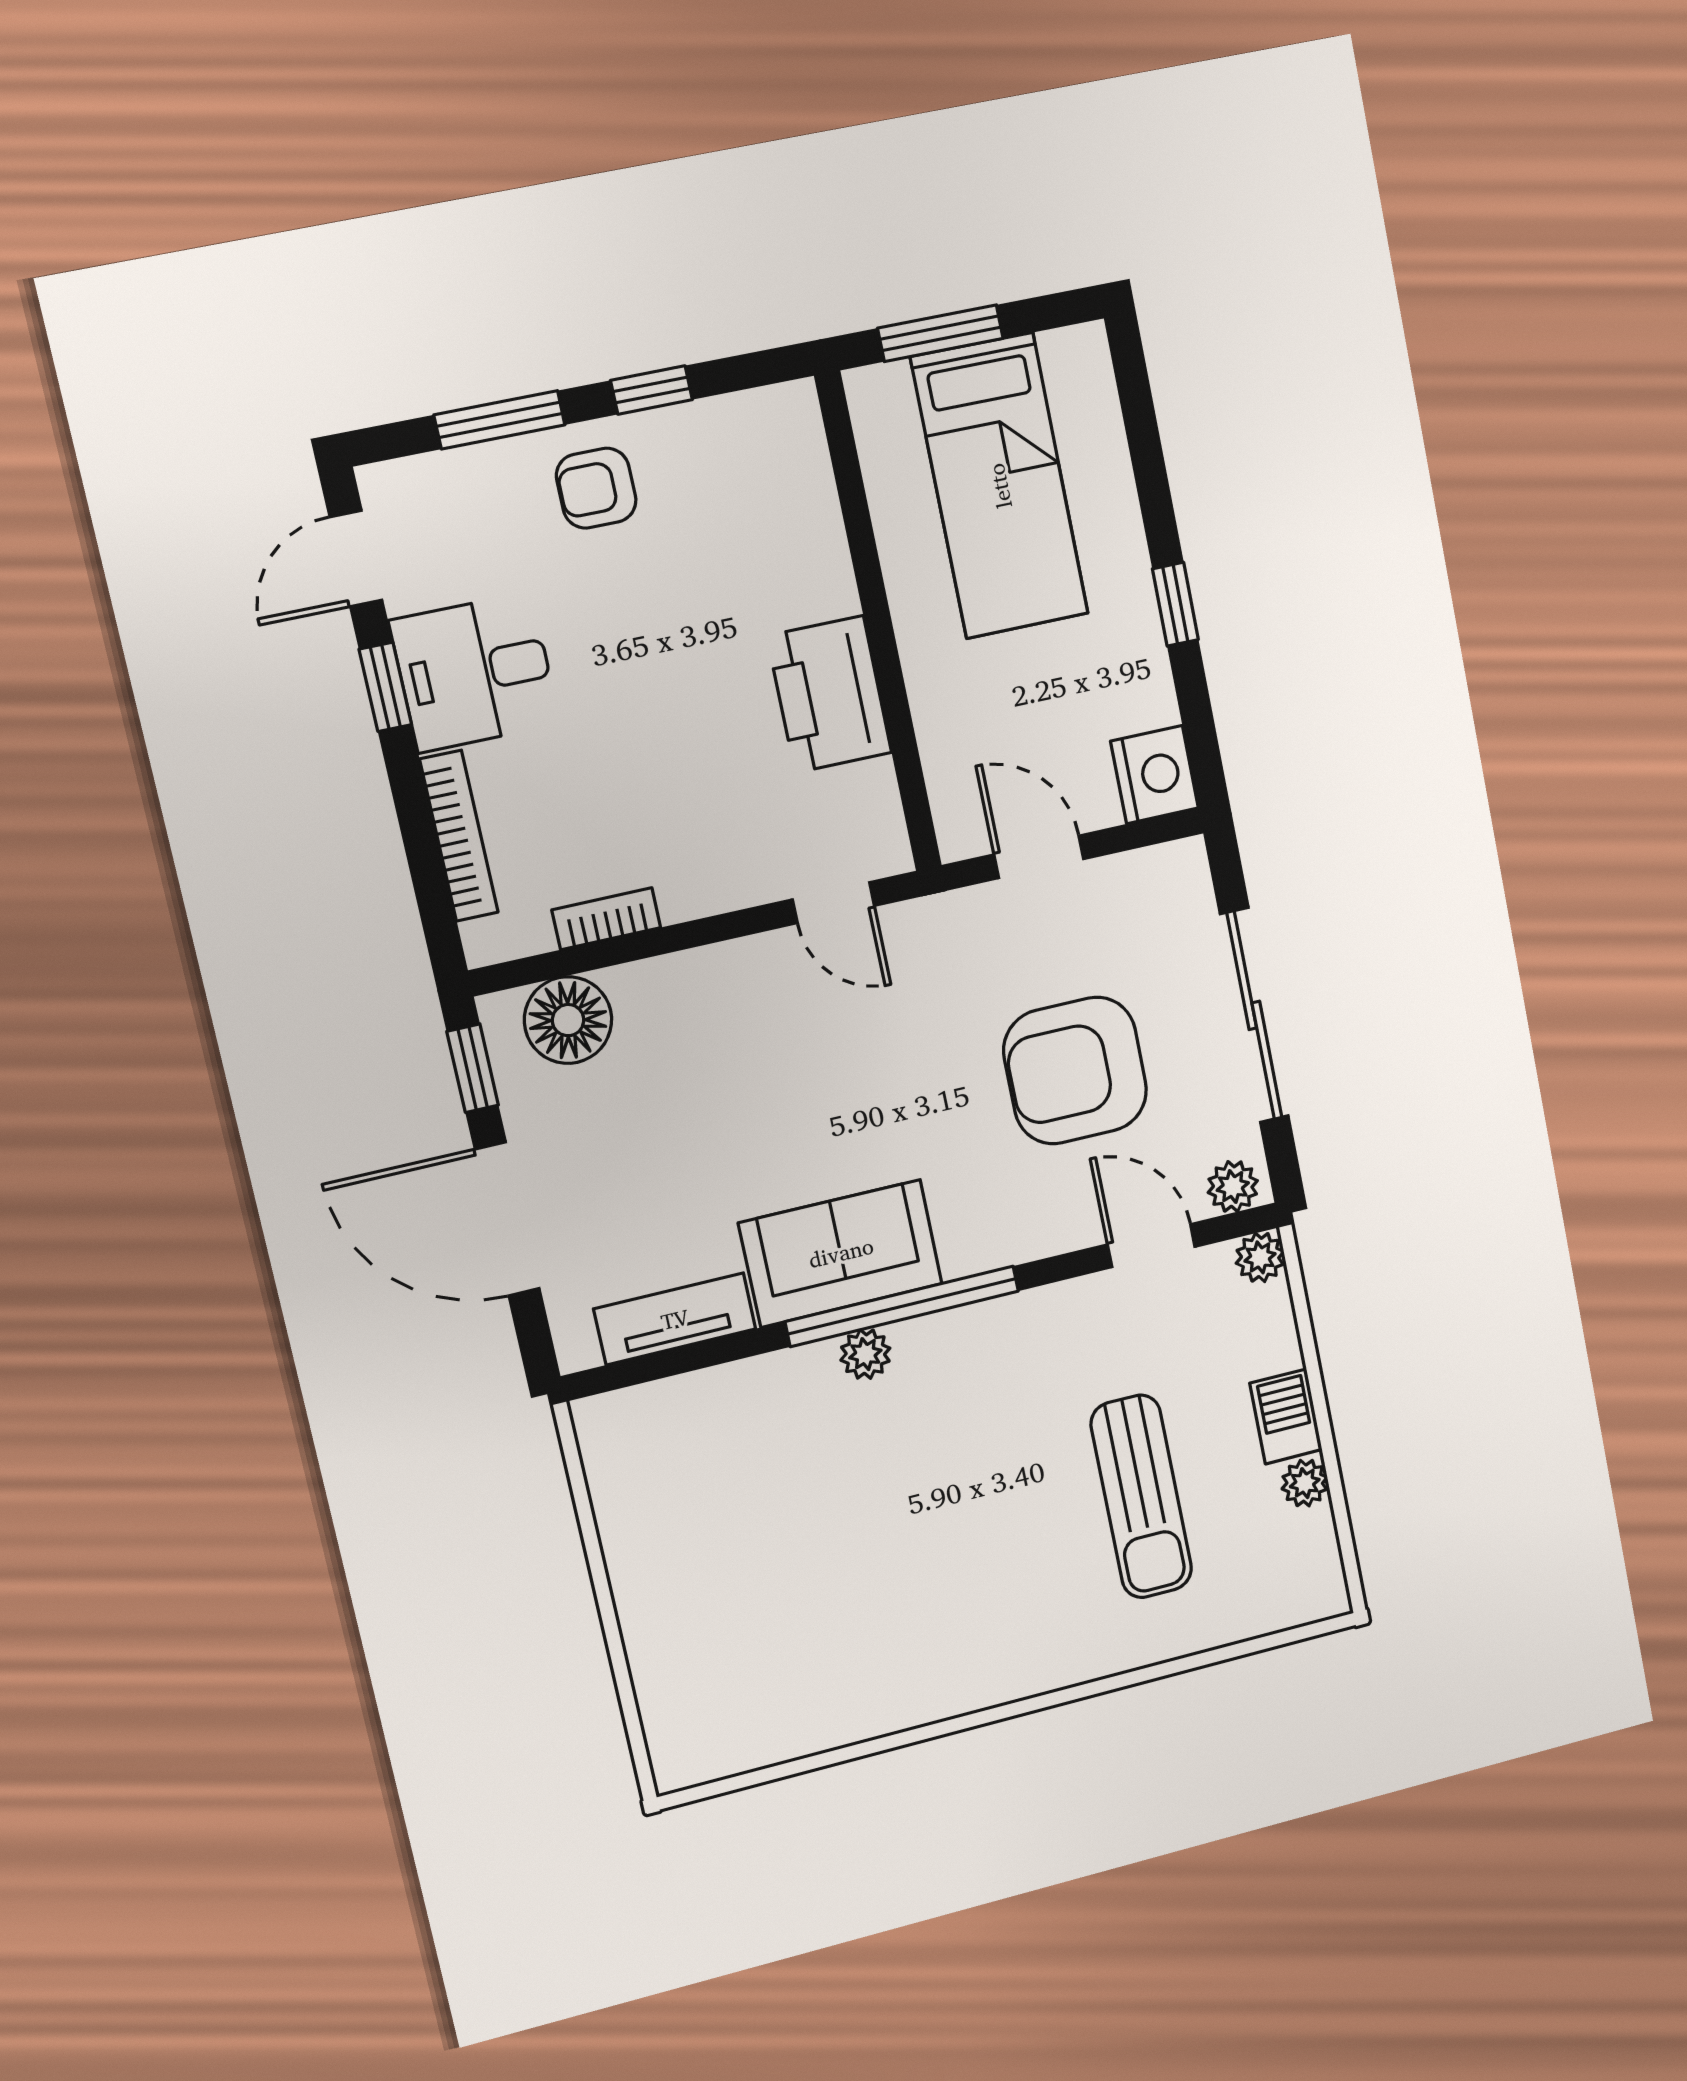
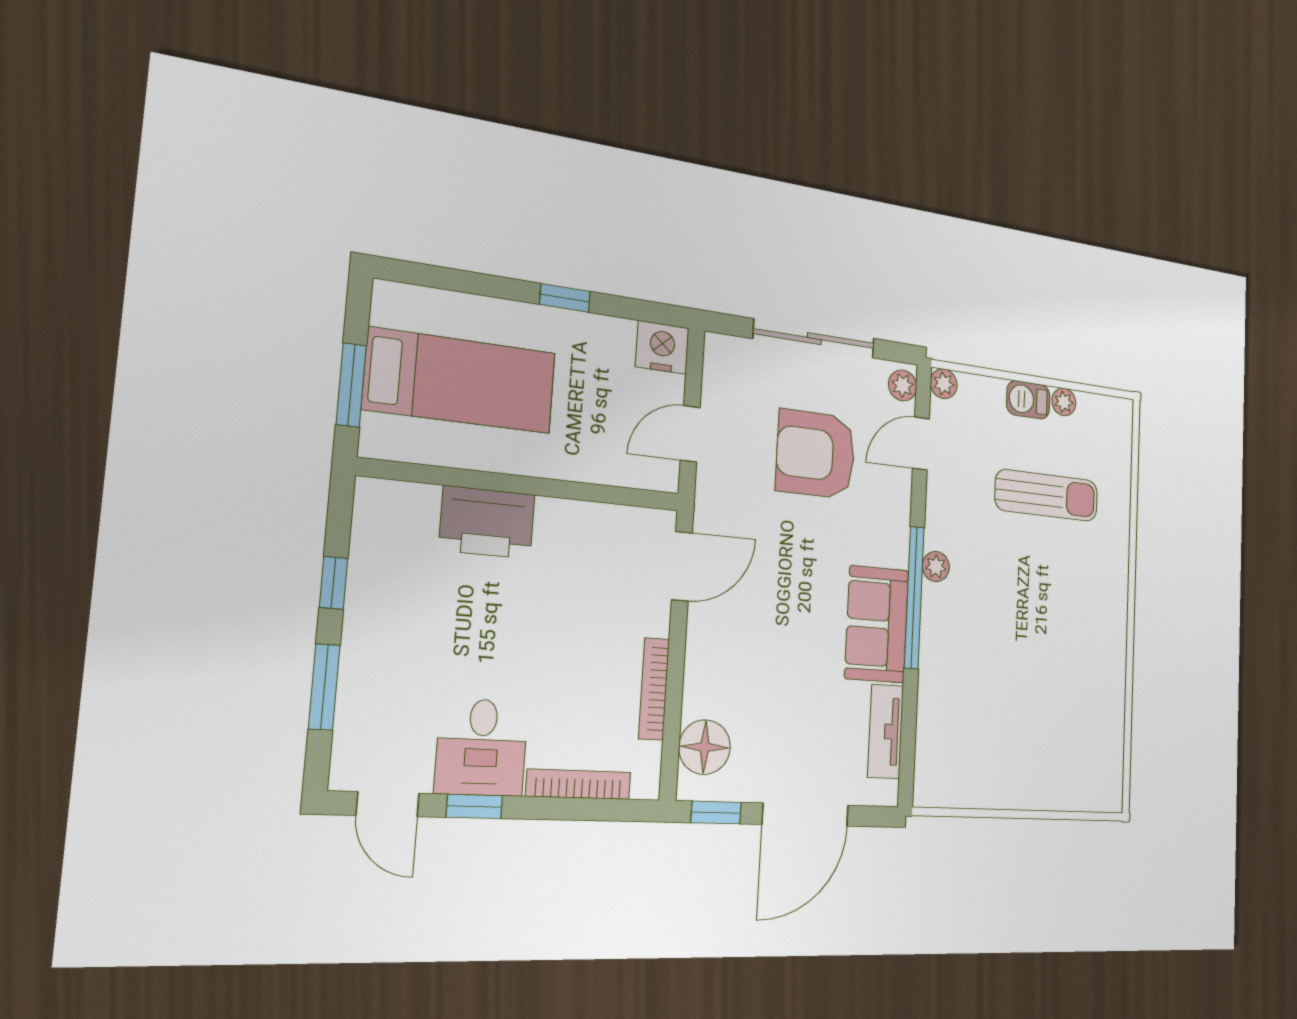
armchair: (596, 488) -> (387, 637), removed
printer: (829, 694) -> (487, 522), moved
door: (833, 903) -> (682, 566), width x1.37
bookcase: (606, 919) -> (654, 689), width x1.56
armchair: (1075, 1071) -> (816, 454), turned 90
plant: (865, 1354) -> (936, 566), moved

